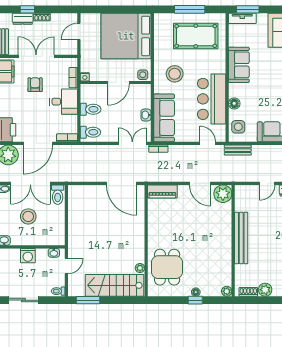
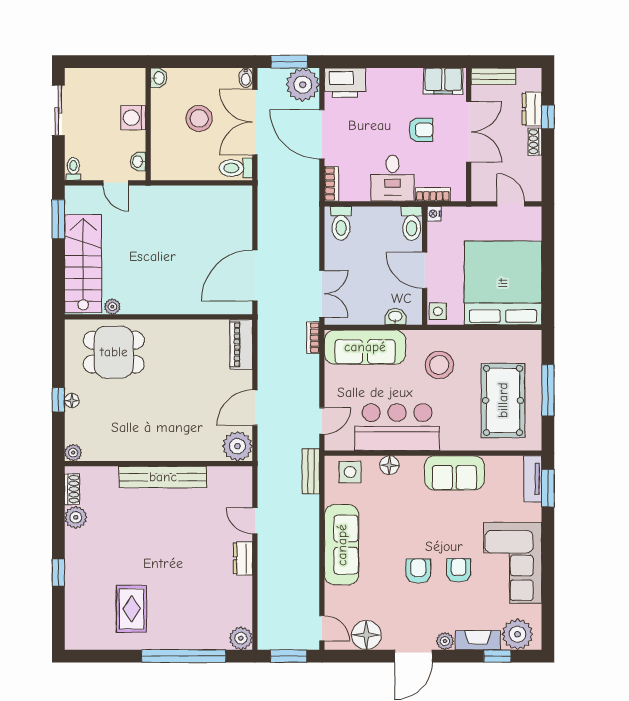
toilet: (91, 109) -> (412, 223), moved
washbasin: (146, 115) -> (395, 317), moved

